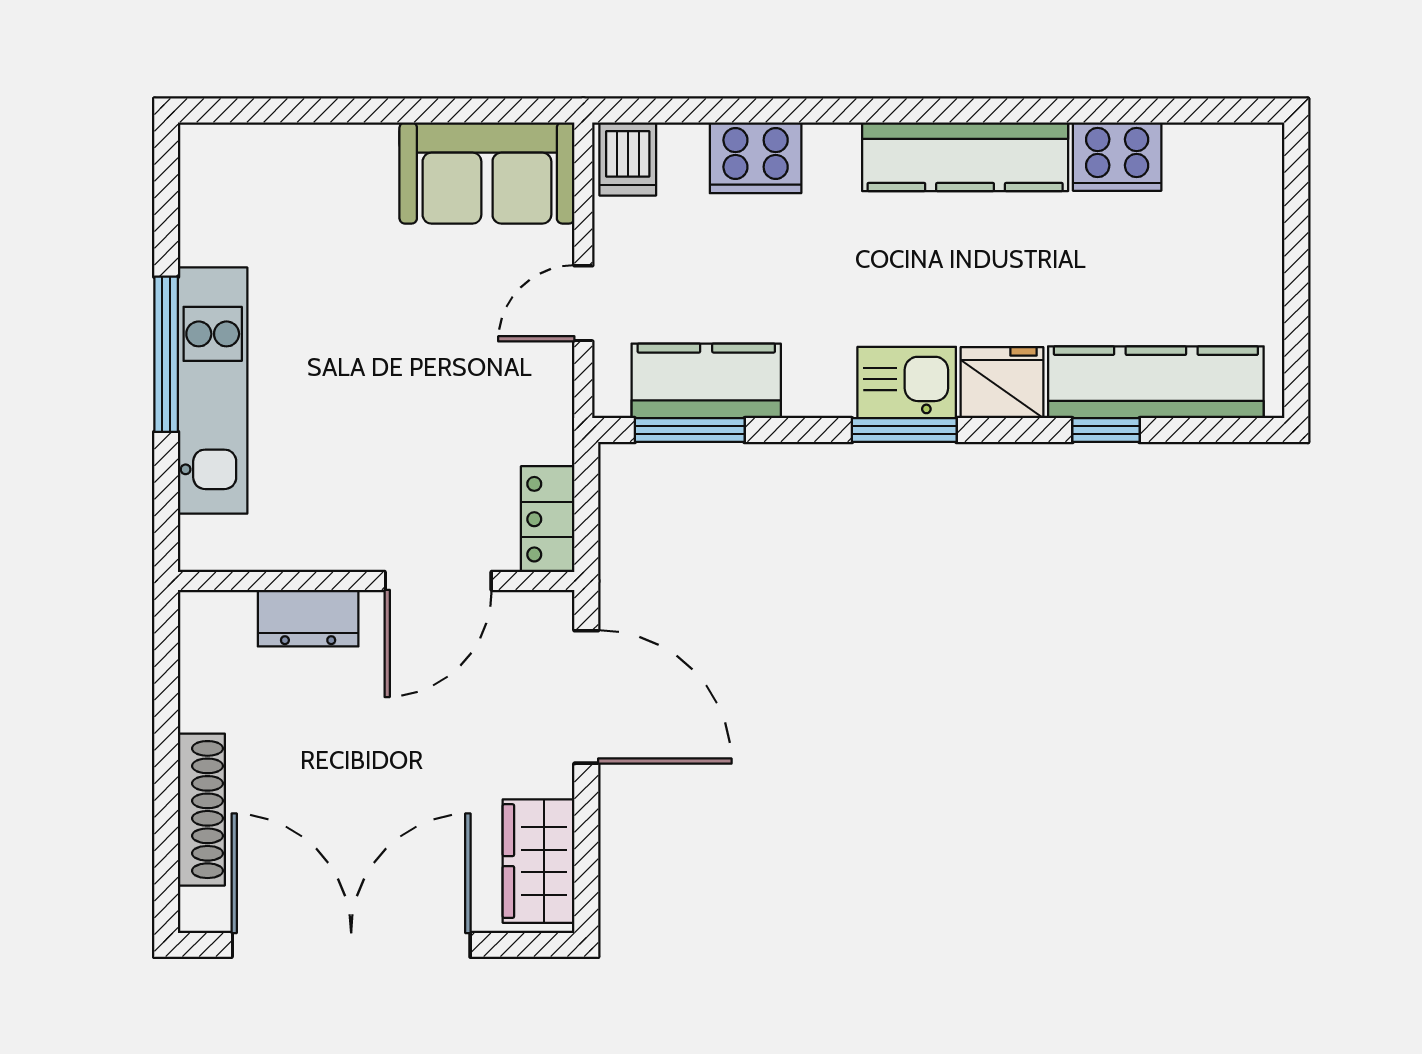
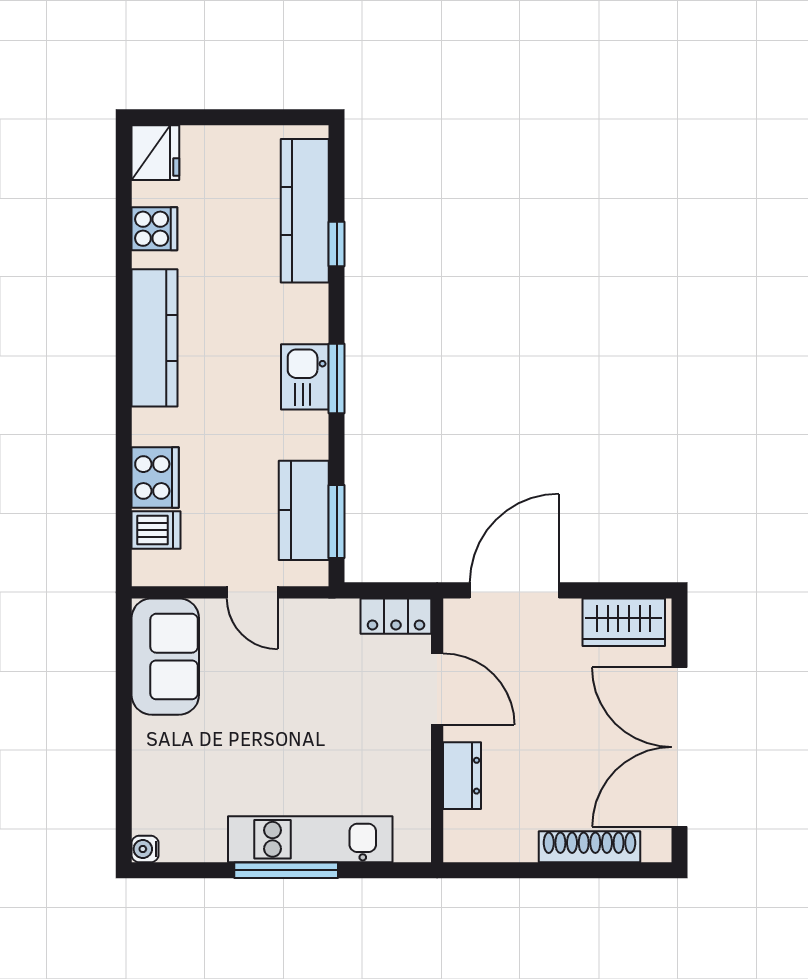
water cooler: (198, 143) -> (145, 849), added
cooker: (1117, 157) -> (154, 229), width x0.73
dishwasher: (628, 159) -> (156, 530), moved
fridge: (1002, 383) -> (155, 153), moved, turned 180

